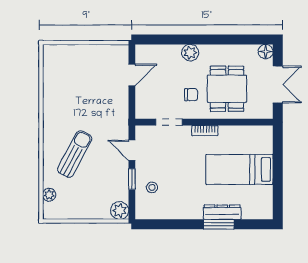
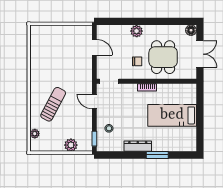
door: (132, 75) -> (94, 47), hinge flipped
doorway: (169, 122) -> (109, 81), moved
window: (132, 179) -> (94, 139), moved
plant: (120, 211) -> (71, 145), moved
dresser: (222, 212) -> (138, 146), moved

